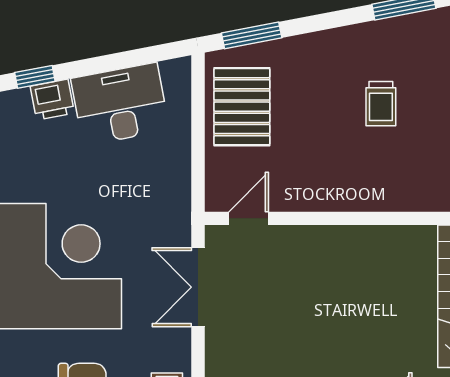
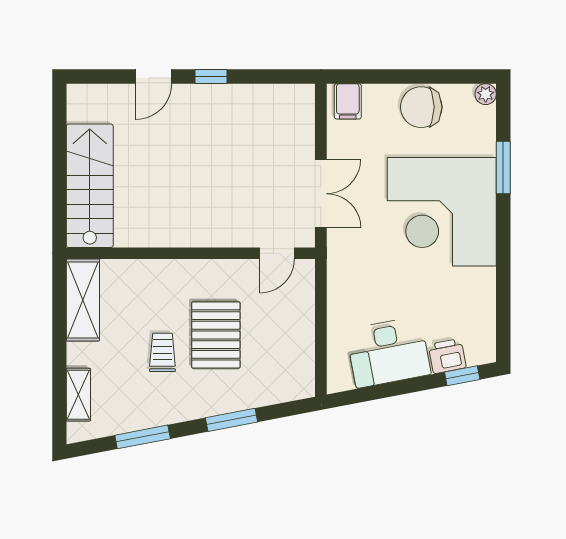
window: (252, 35) -> (231, 420), moved
pallet: (242, 107) -> (216, 335), moved

